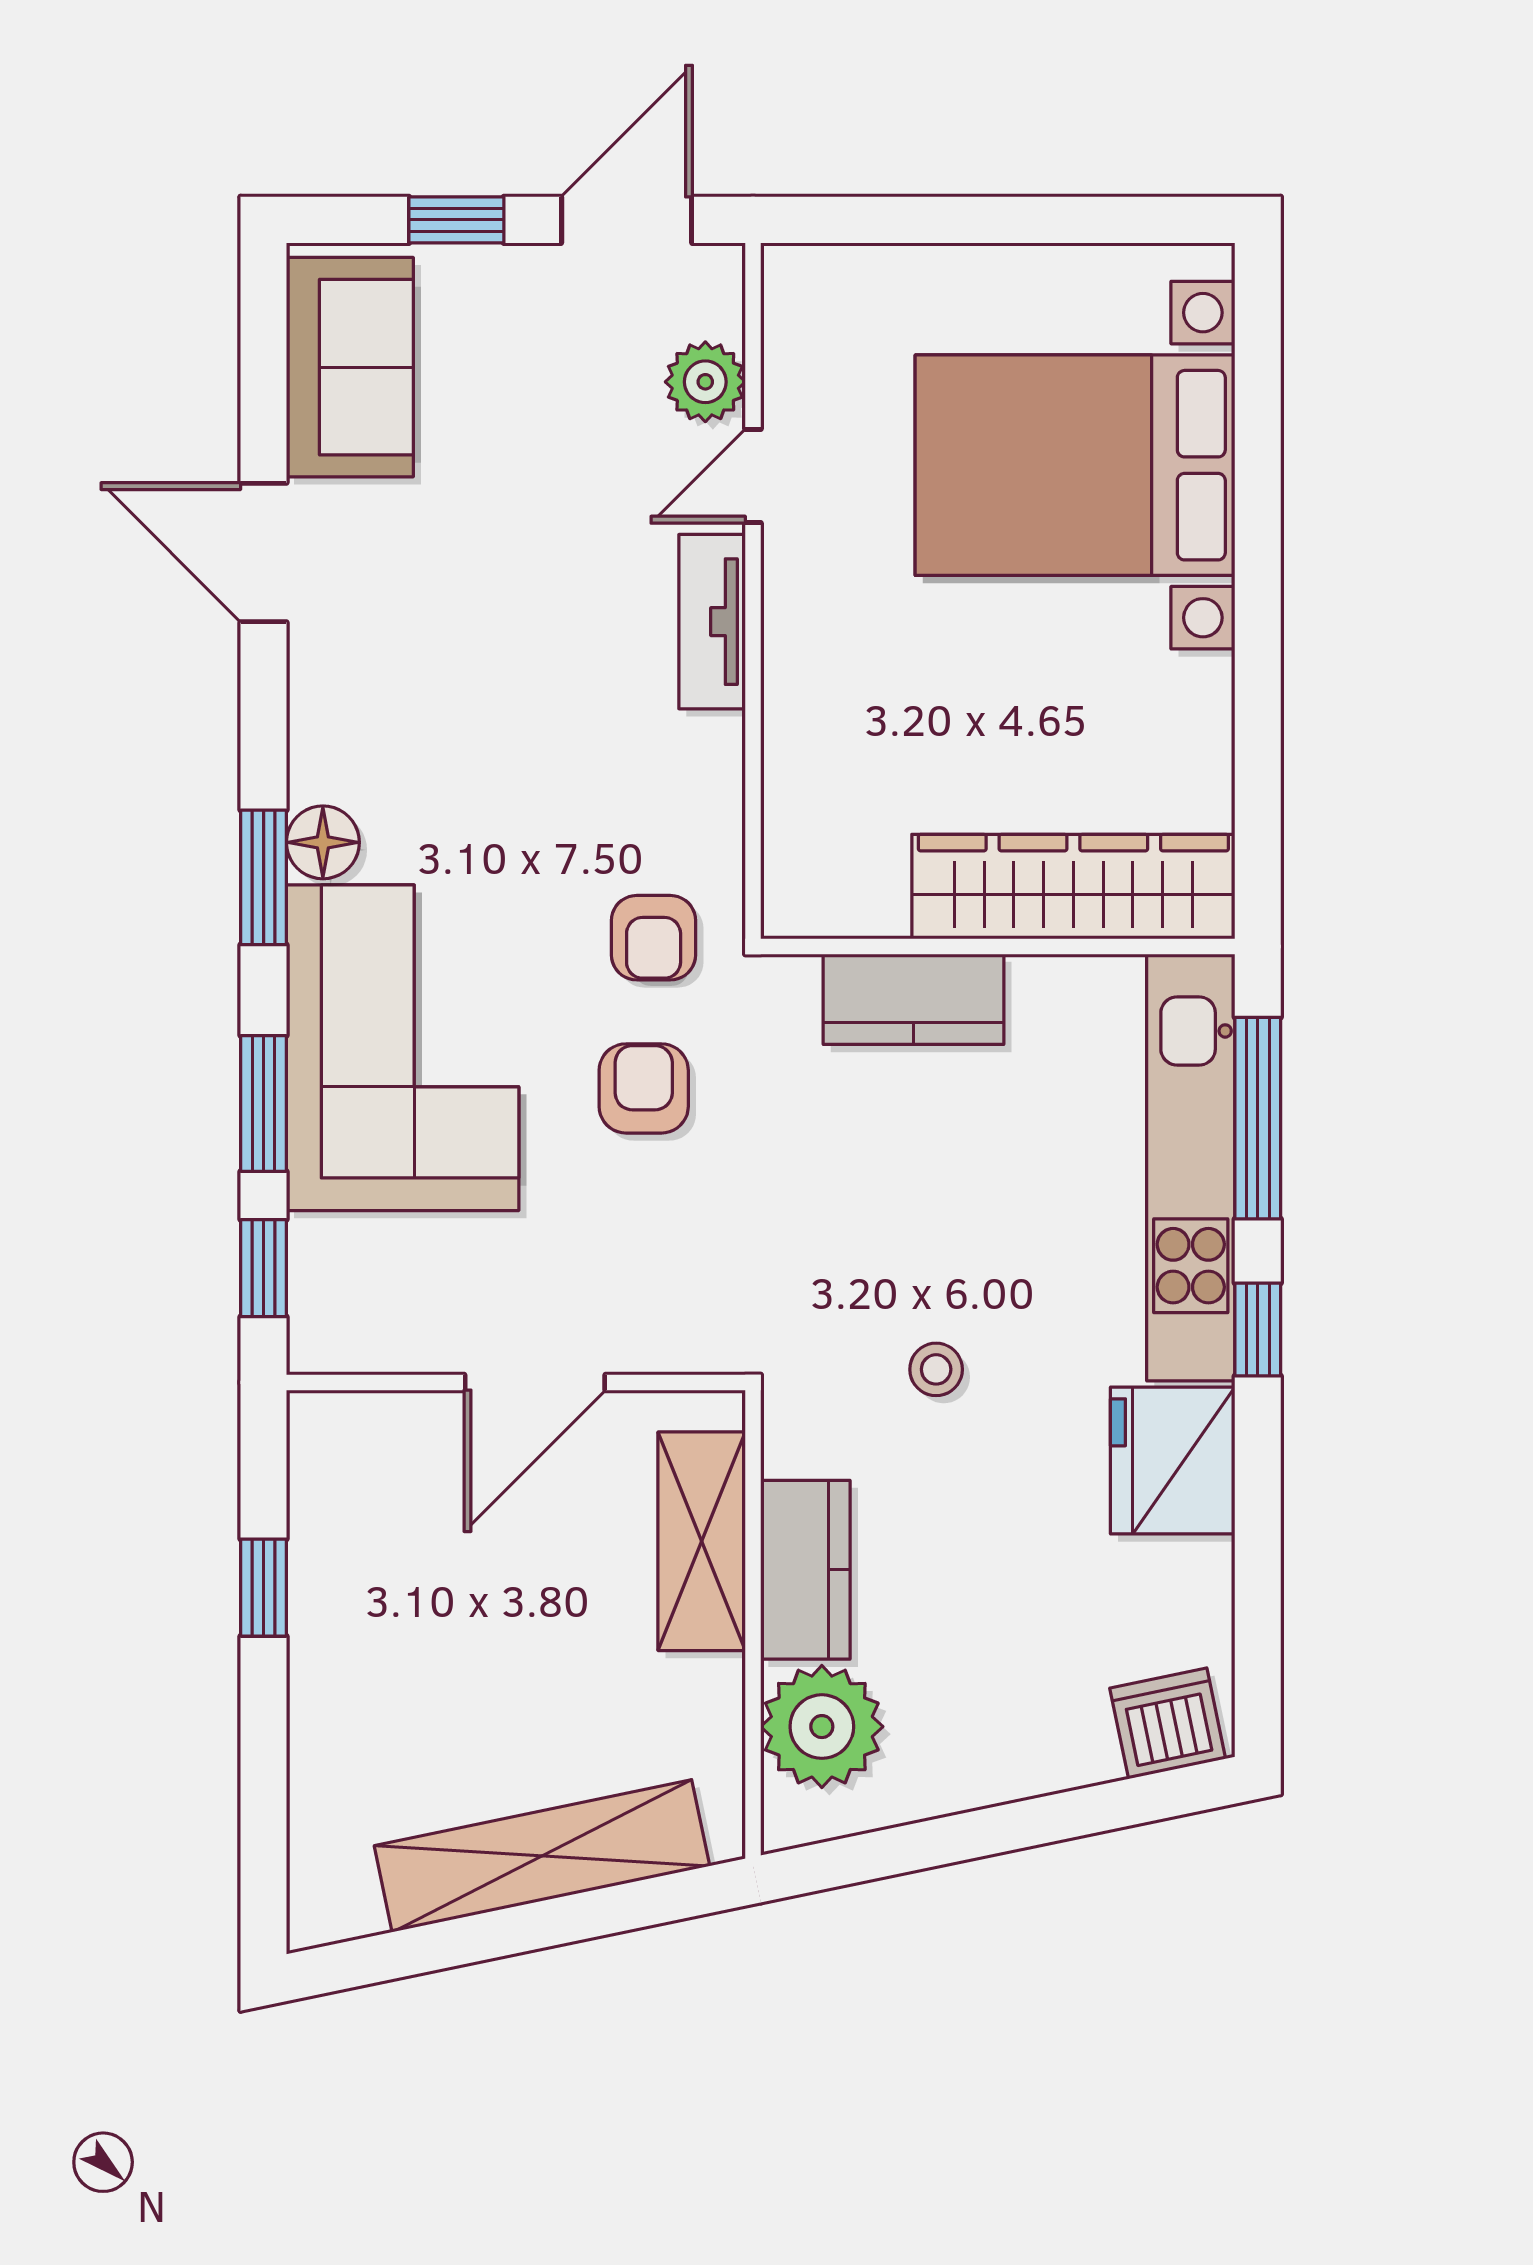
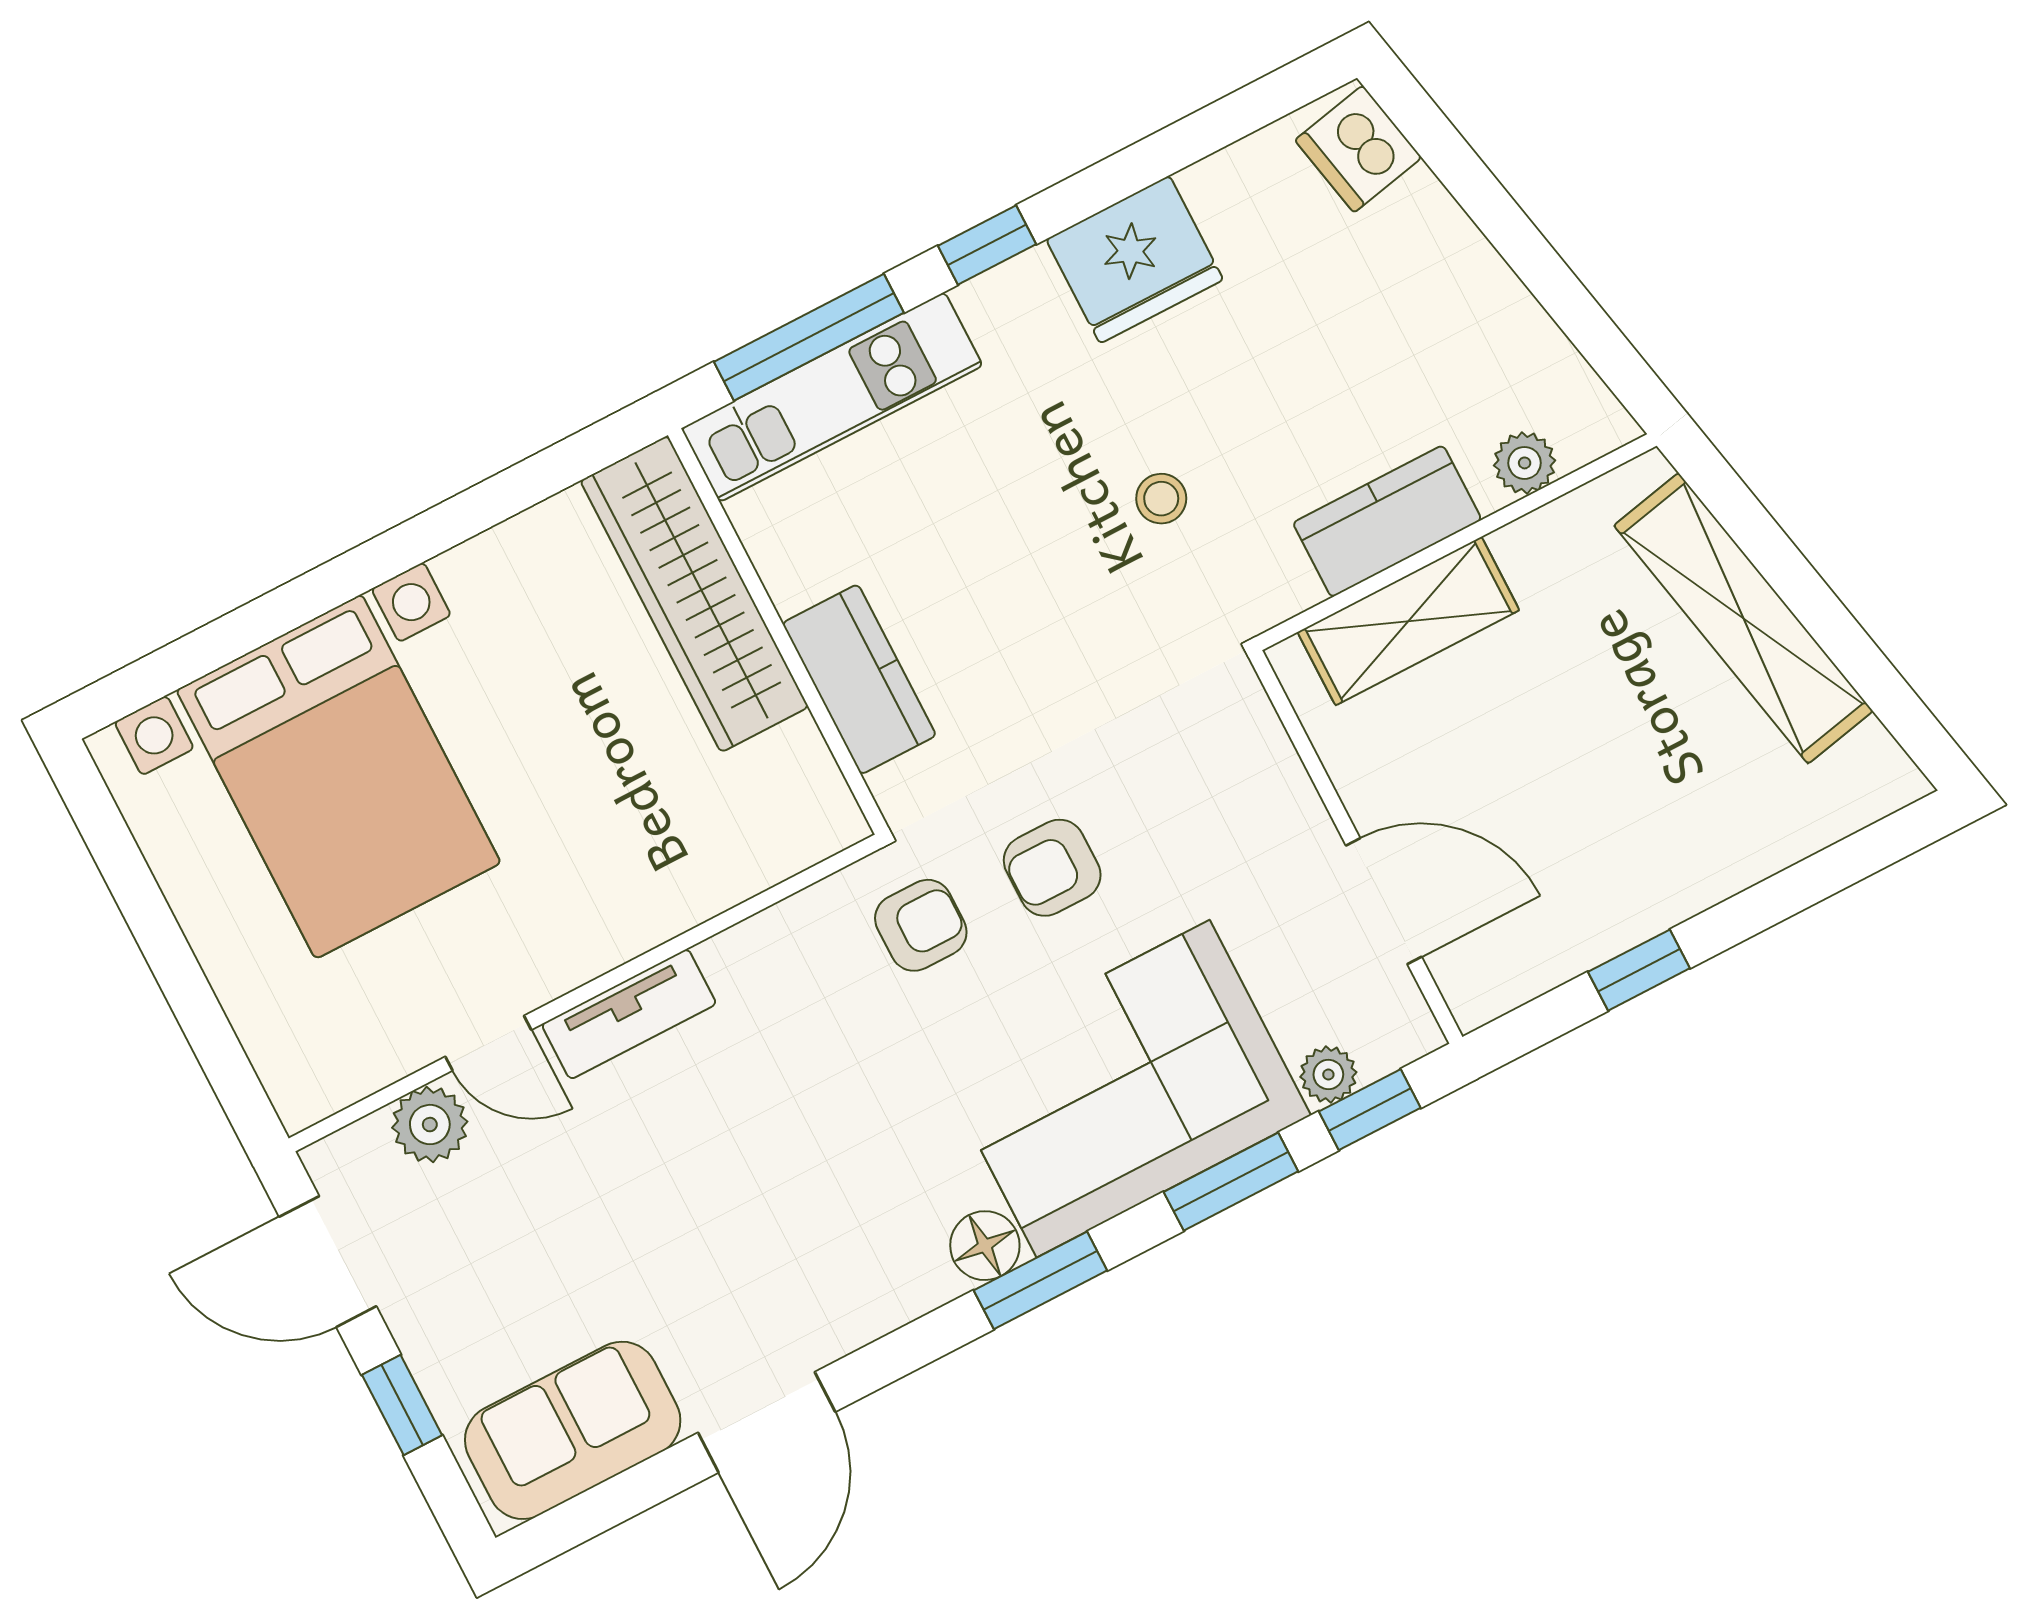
kitchen unit: (1191, 1168) -> (832, 397), width x0.73
plant: (316, 1247) -> (1328, 1074), added
door: (535, 1382) -> (1384, 901), moved
plant: (822, 1727) -> (1525, 463), width x0.53, depth x0.53

